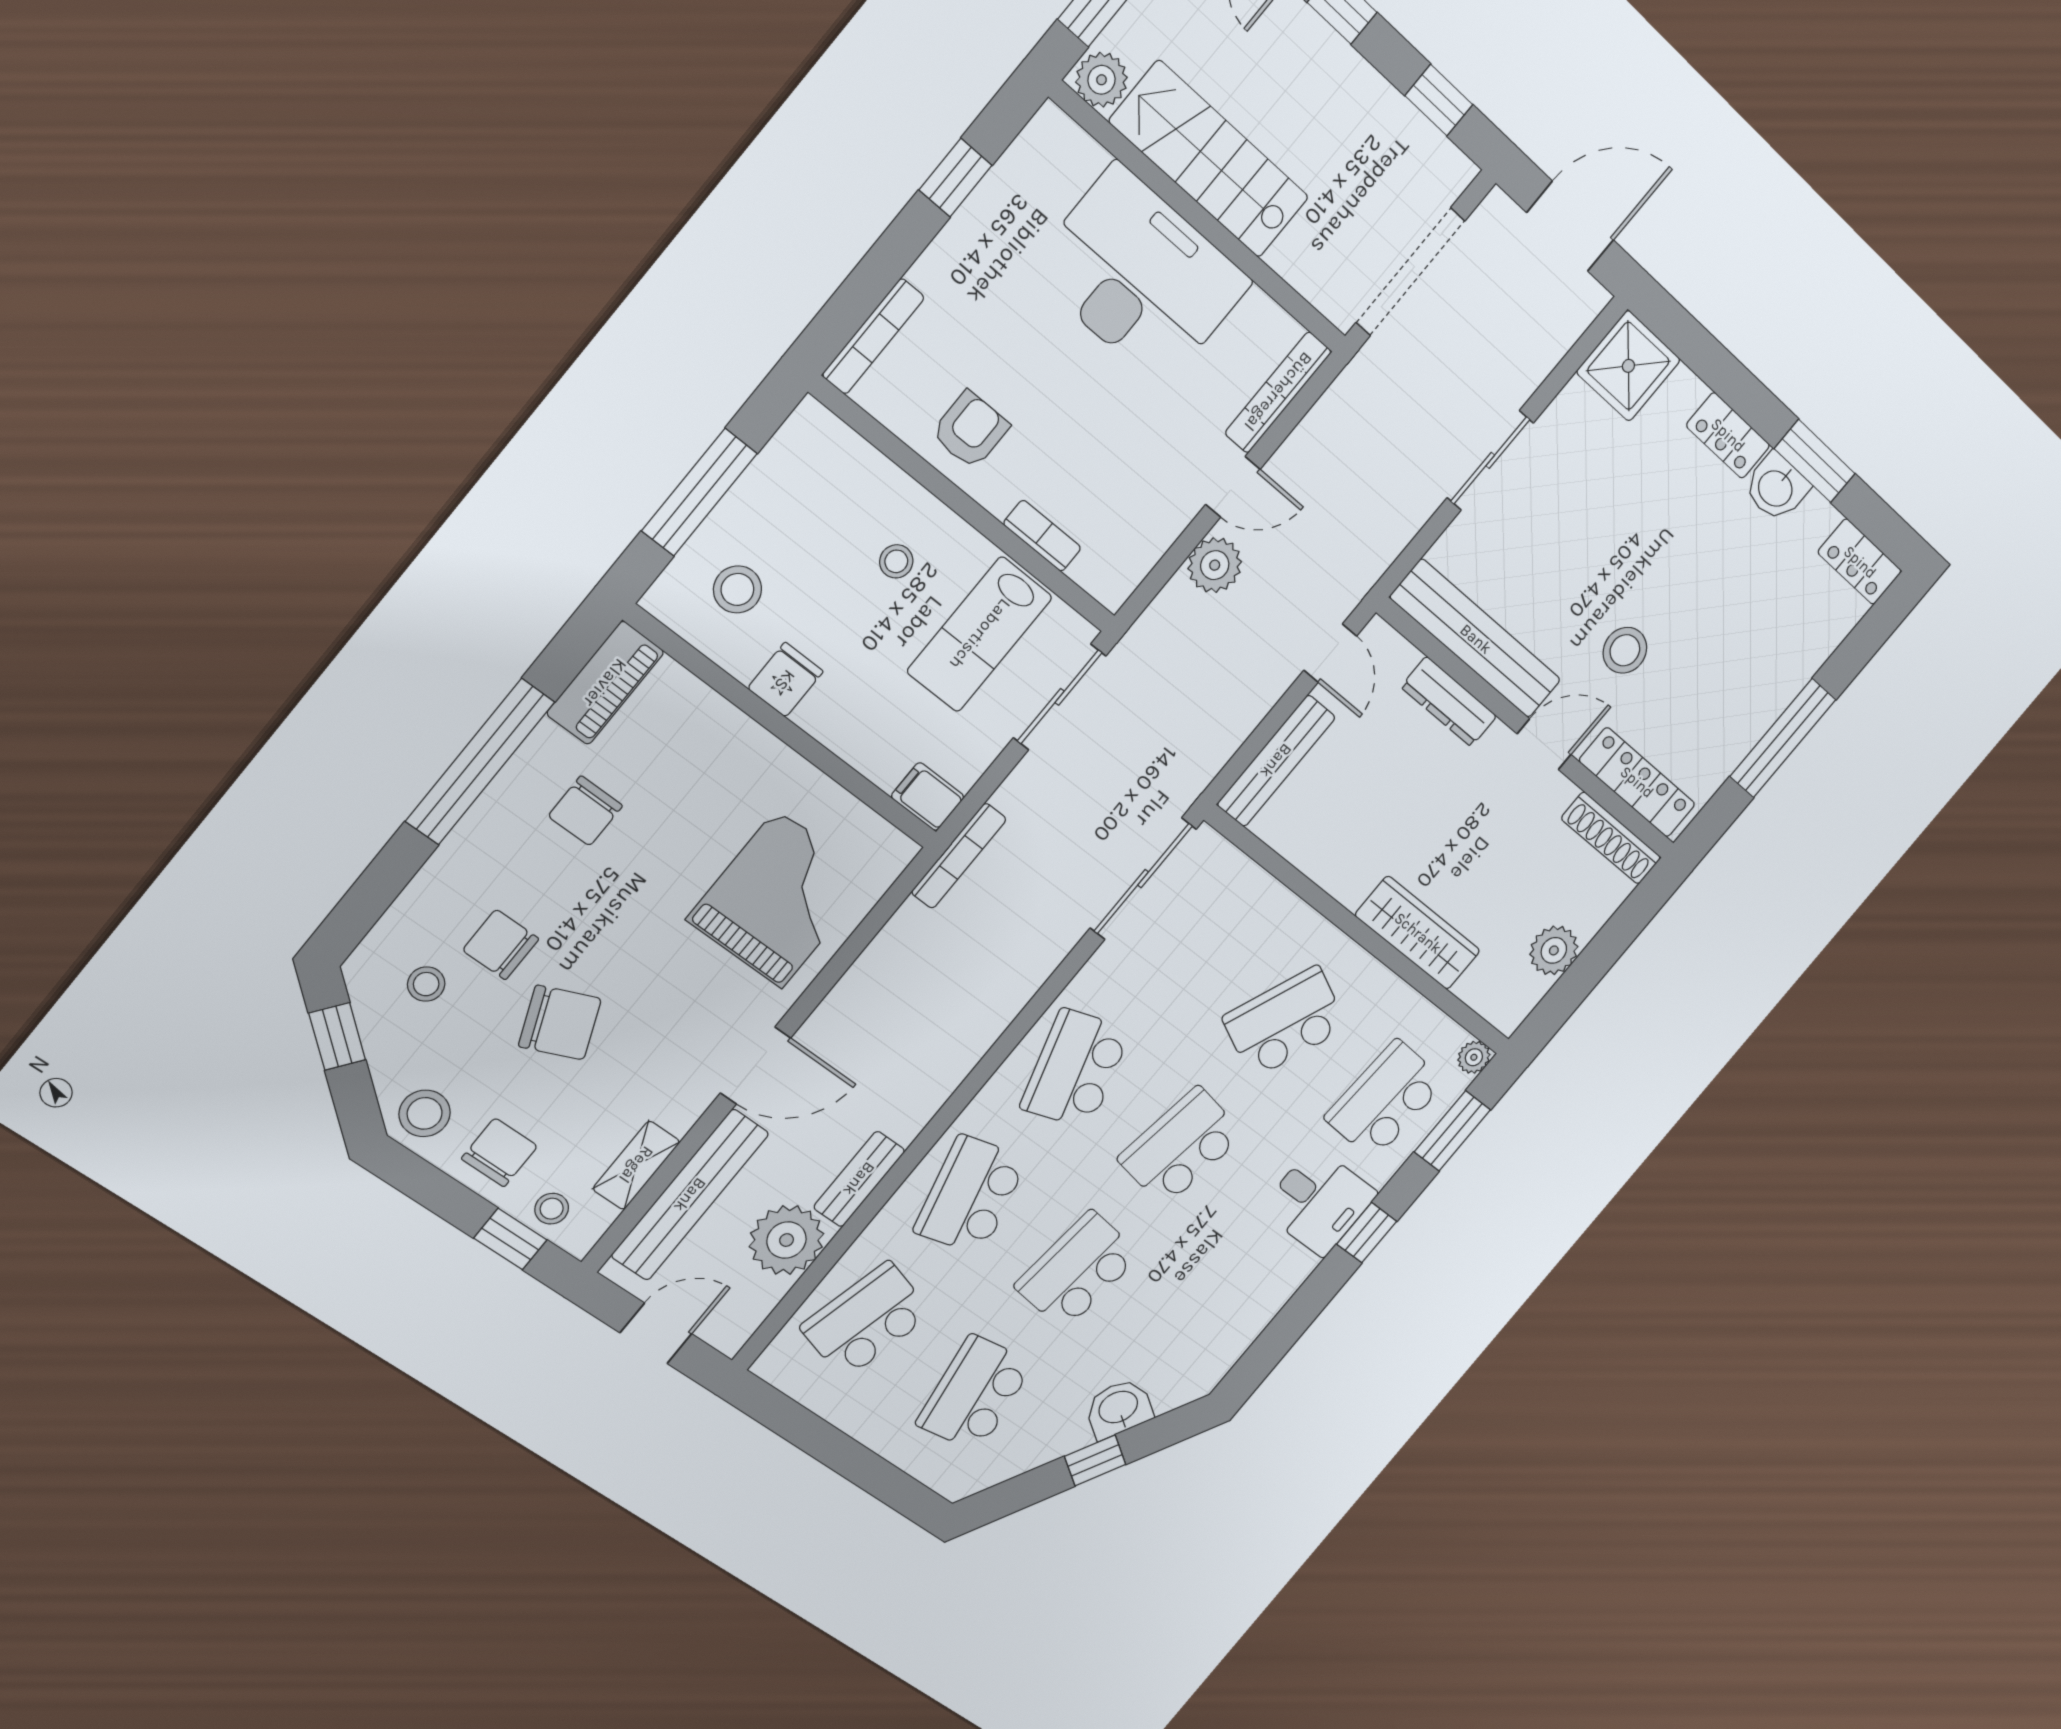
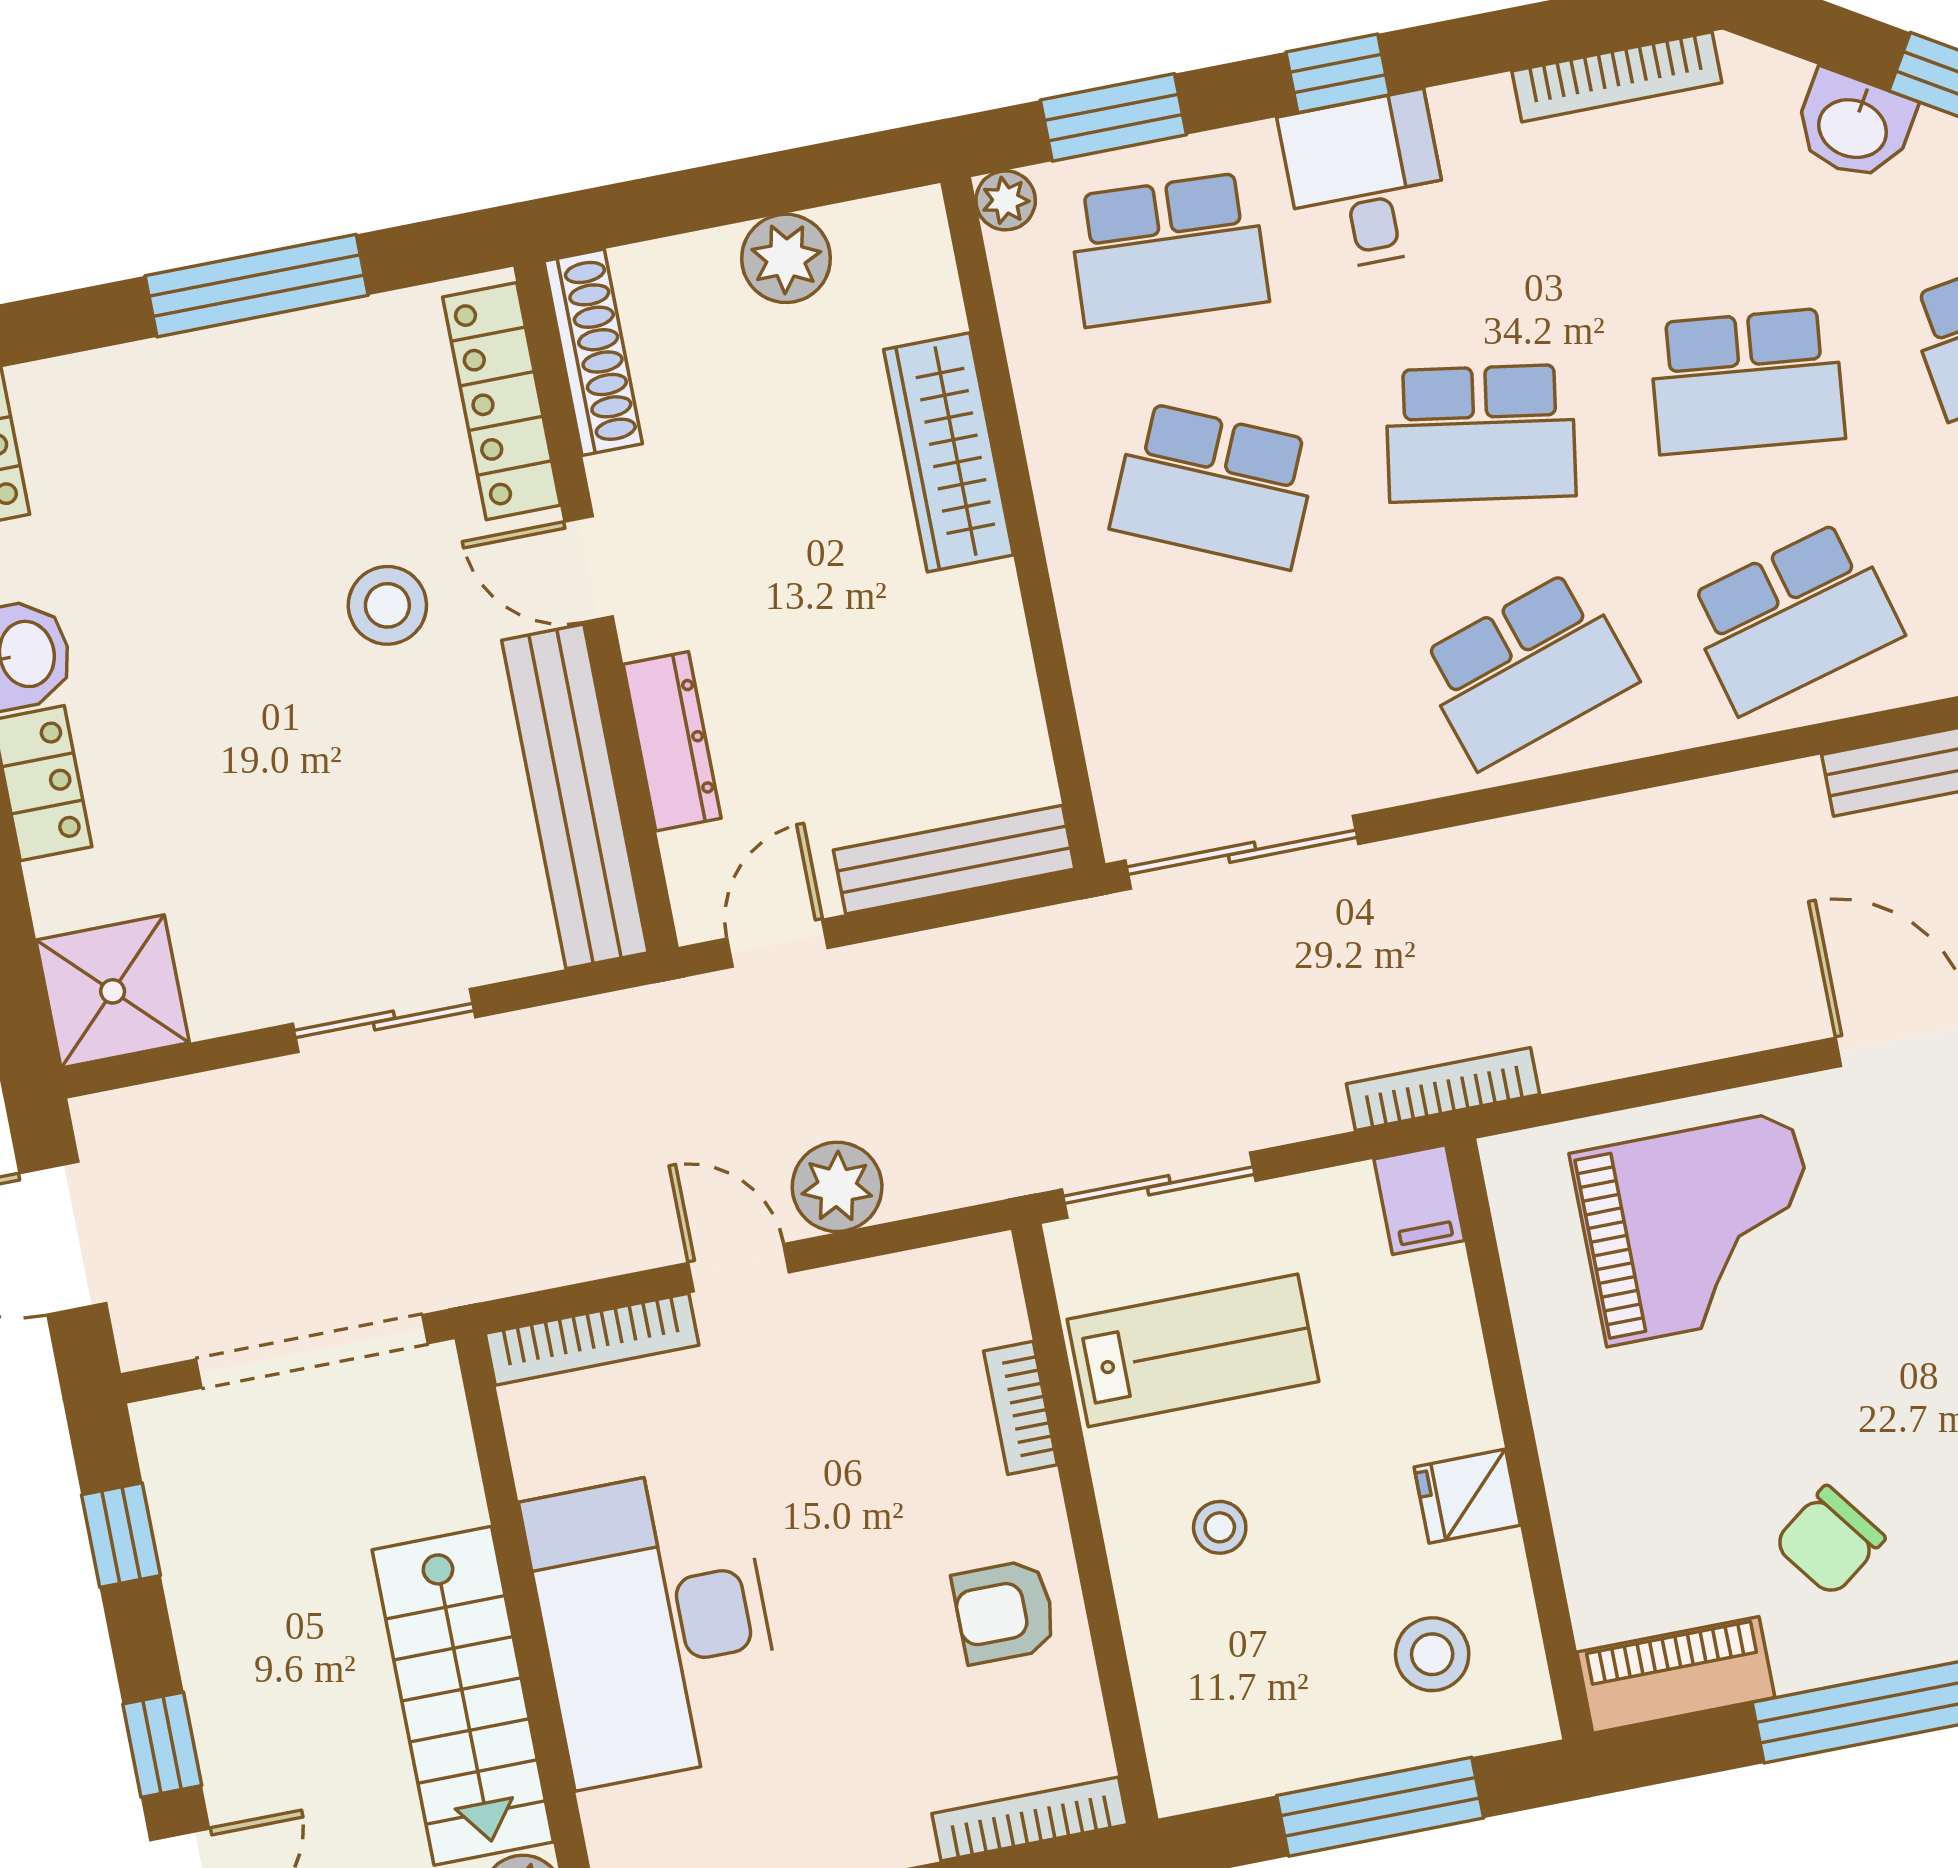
chair: (585, 811) -> (1829, 1541), turned 143
grand piano: (779, 899) -> (1700, 1228), turned 180
bookcase: (1241, 1337) -> (1617, 77), added

